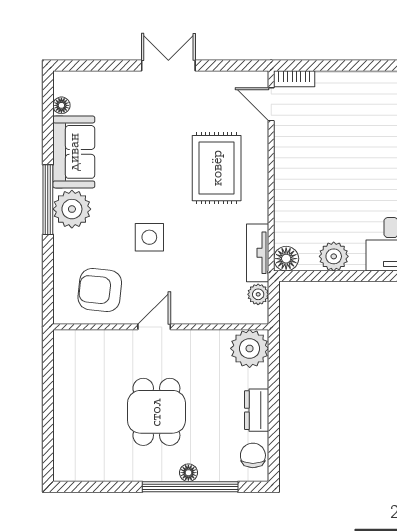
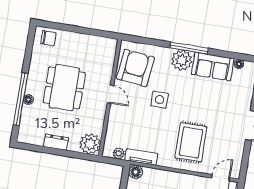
rug: (217, 168) -> (191, 142), turned 90
armchair: (100, 290) -> (135, 68), width x1.36, depth x1.36
dining table: (156, 412) -> (64, 88), width x1.38
chair: (253, 455) -> (48, 38), moved

